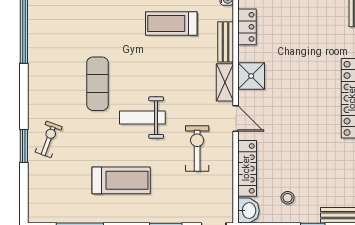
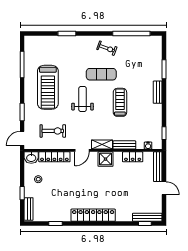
treadmill: (171, 23) -> (120, 102), moved
exercise bike: (49, 139) -> (107, 48), moved
exercise bike: (197, 149) -> (53, 131), moved
treadmill: (121, 180) -> (48, 87), width x1.37, depth x1.38

